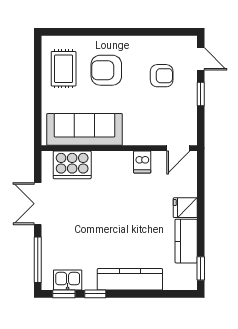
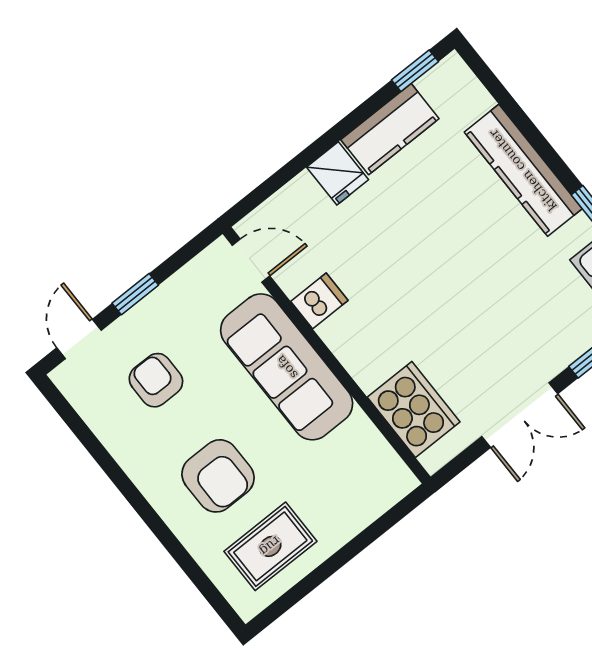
sofa: (84, 129) -> (287, 367), moved

